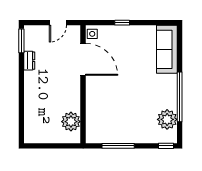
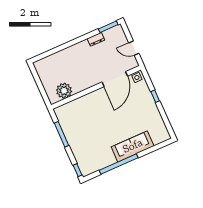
sofa: (167, 49) -> (133, 146), moved
plant: (167, 119) -> (98, 162), removed

